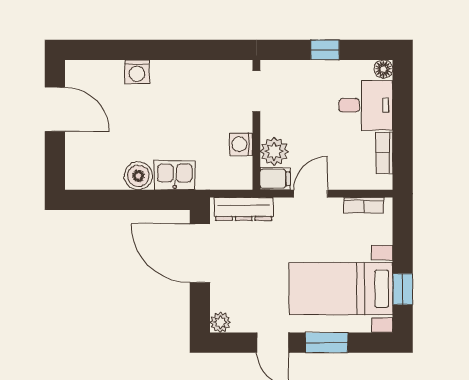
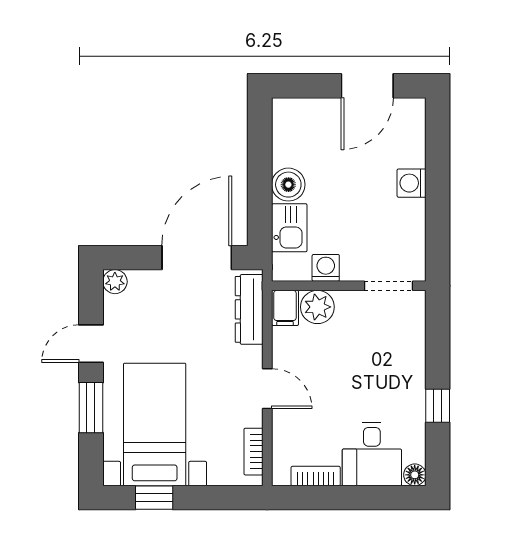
doorway: (256, 91) -> (388, 286), moved
wall: (256, 125) -> (349, 286), moved
washing machine: (241, 144) -> (326, 268), moved
plant: (274, 151) -> (317, 307), moved
filing cabinet: (275, 179) -> (285, 308), moved

